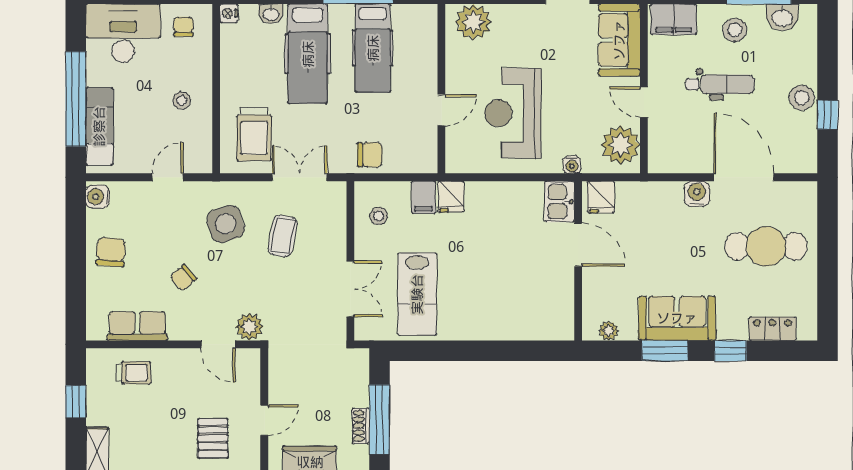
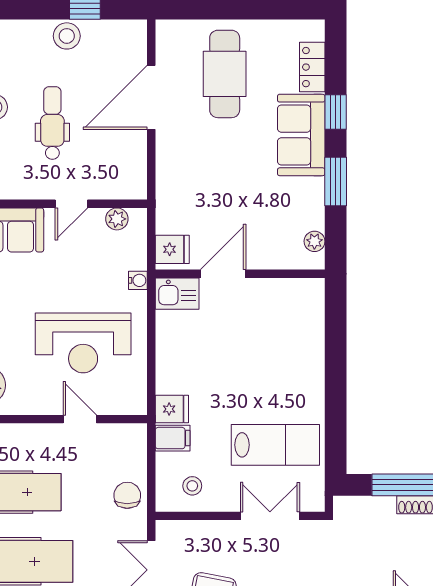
plant: (621, 145) -> (117, 219), width x0.53, depth x0.53
water cooler: (697, 194) -> (169, 148), removed
sofa: (677, 318) -> (301, 135), moved

